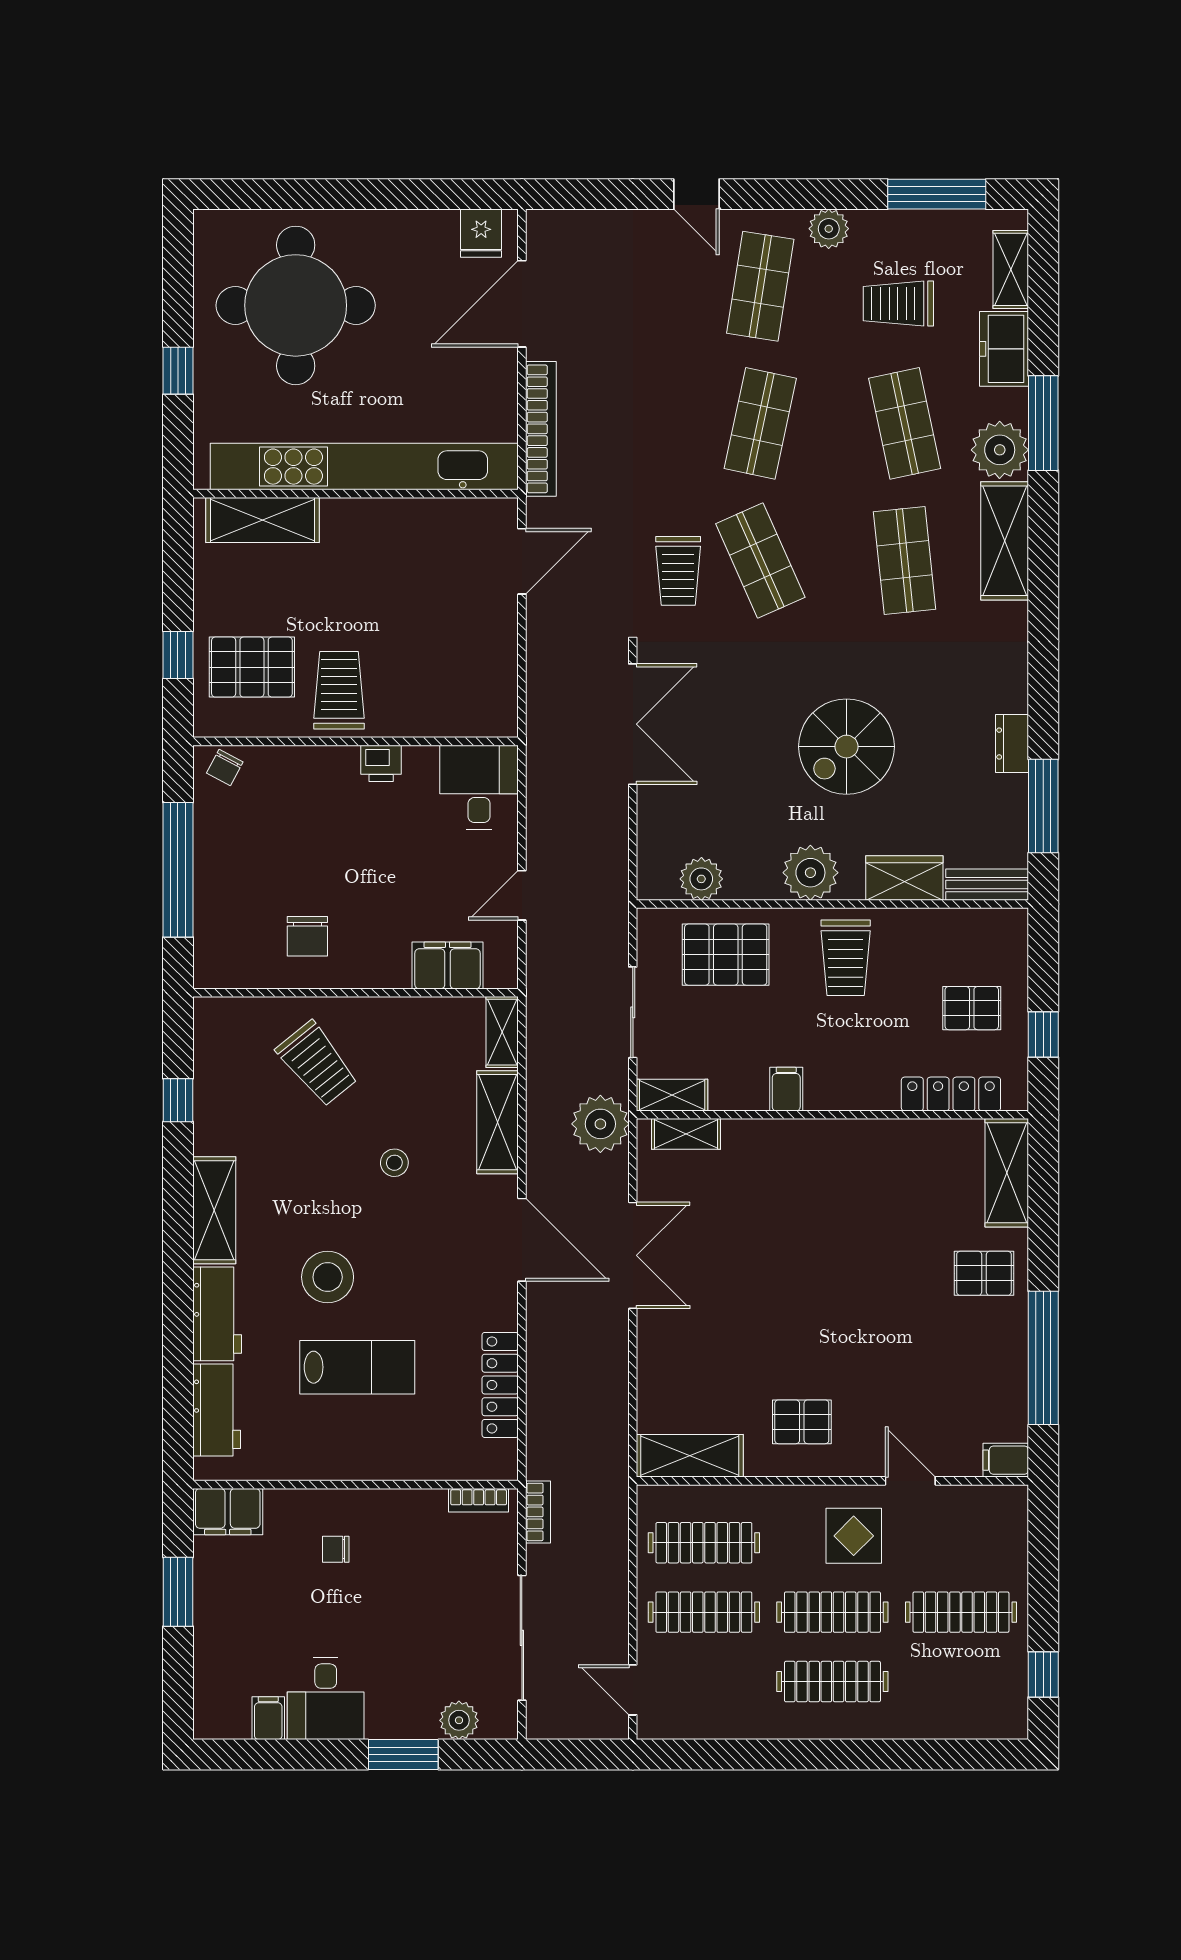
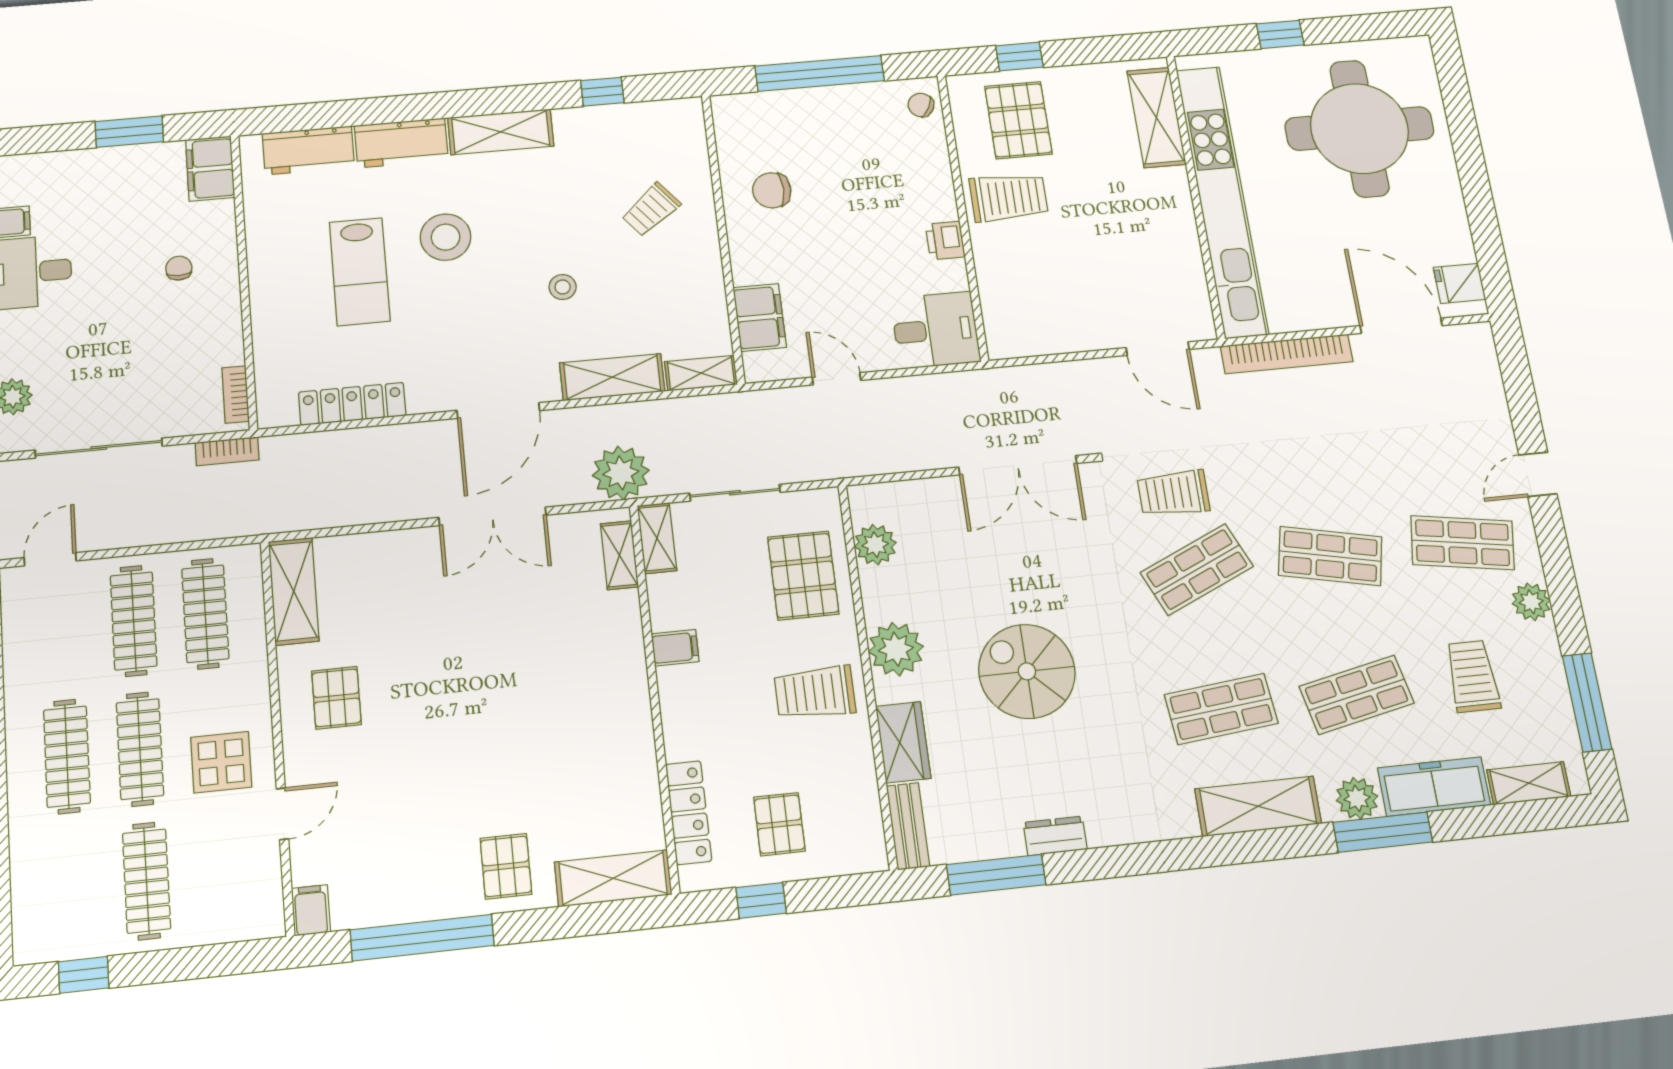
freezer: (1004, 349) -> (1434, 787), width x1.40
plant: (1000, 450) -> (1357, 798), width x0.73, depth x0.73
trolley: (317, 1064) -> (651, 210), width x0.73, depth x0.72

